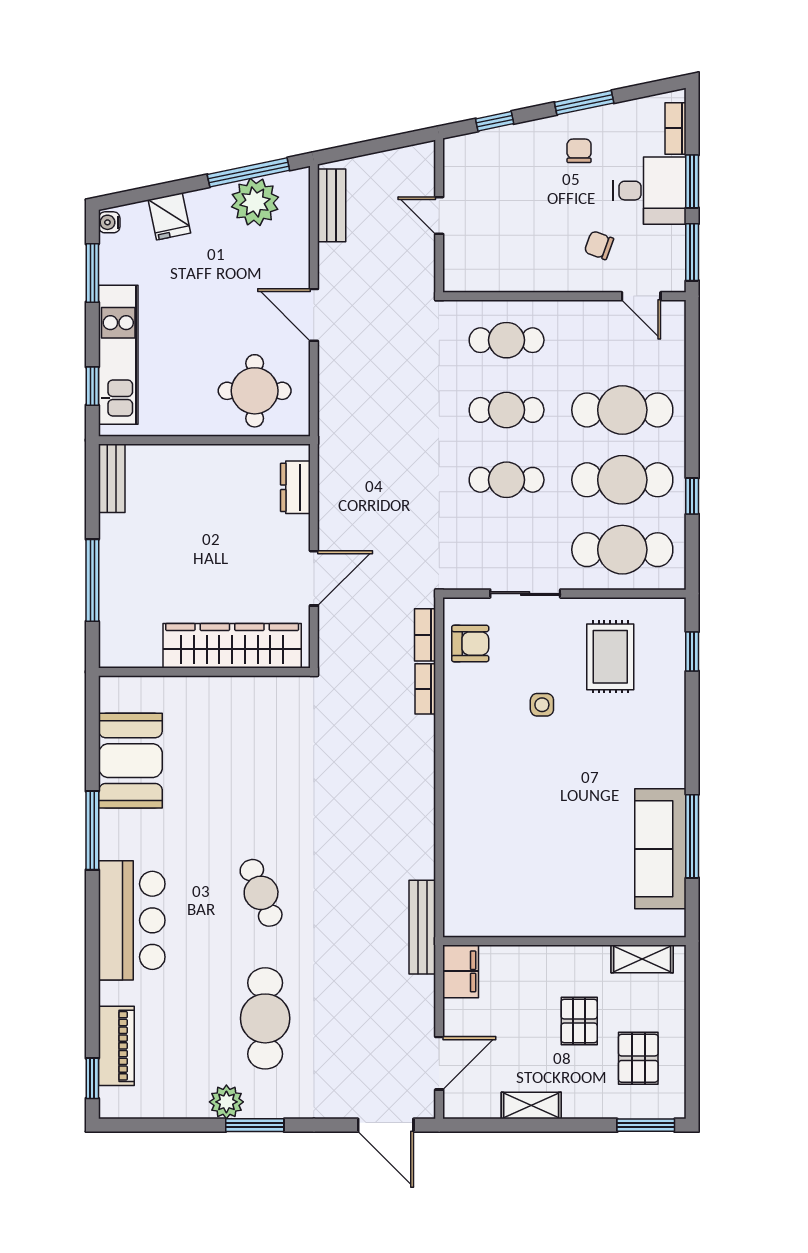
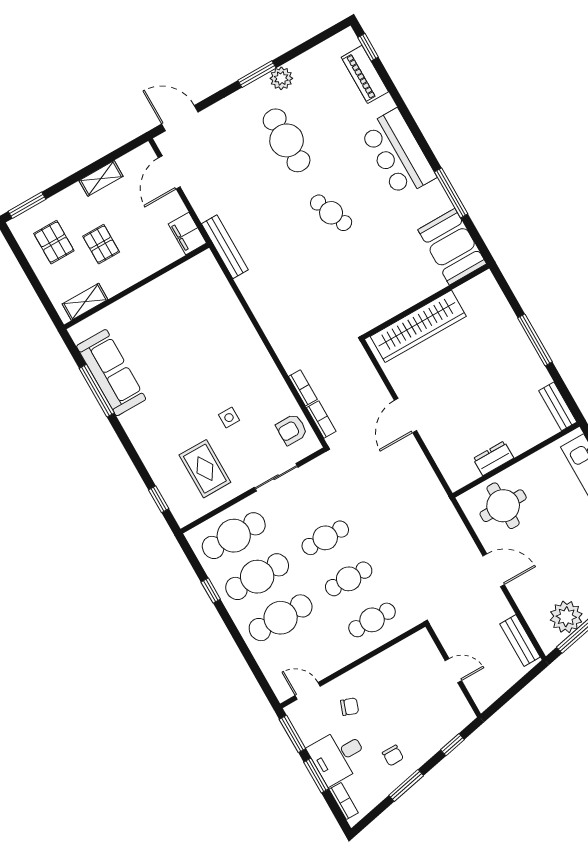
dresser: (295, 487) -> (493, 458), moved, turned -90
wardrobe: (232, 646) -> (418, 326), moved
wall: (204, 672) -> (426, 302), moved

